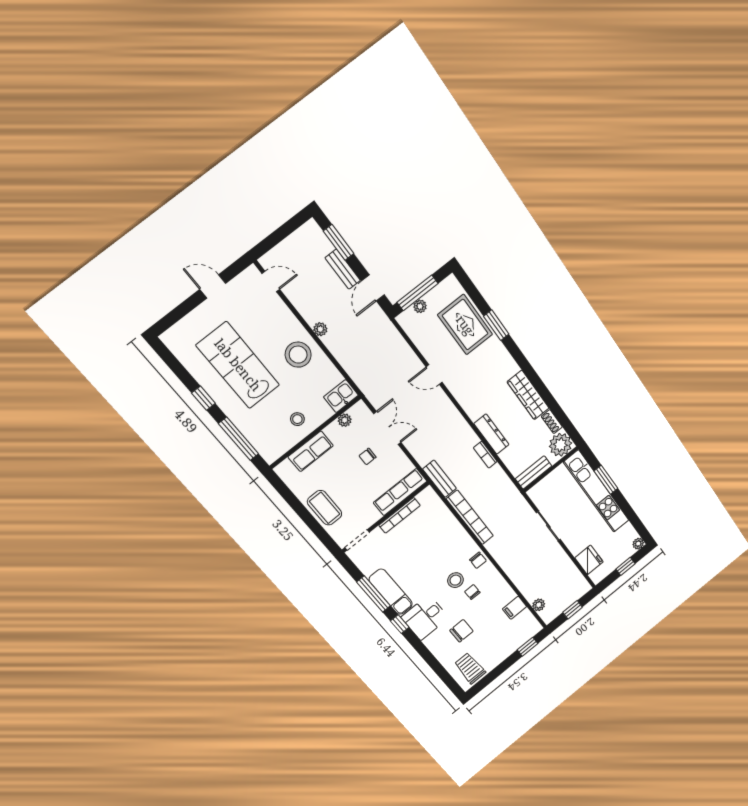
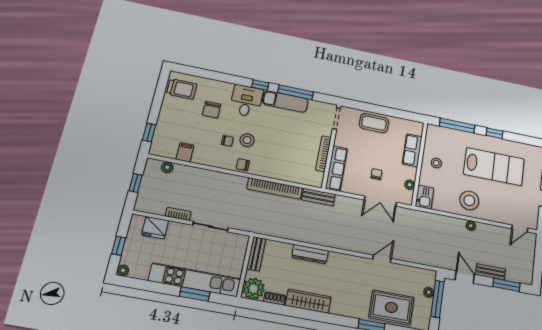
bookcase: (485, 455) -> (178, 214), moved

